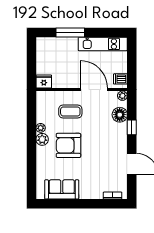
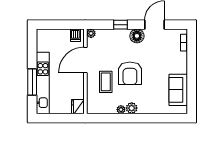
kitchen unit: (103, 44) -> (43, 83), moved, width x1.36
floor lamp: (120, 115) -> (137, 36), moved
armchair: (68, 145) -> (130, 73), moved

